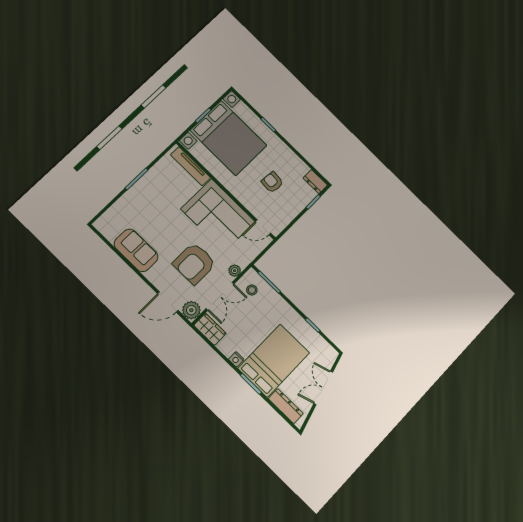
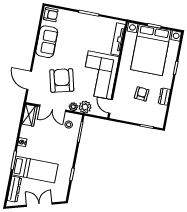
dresser: (315, 182) -> (164, 97), moved
armchair: (107, 224) -> (51, 15), added
armchair: (194, 263) -> (62, 80), turned 76
plant: (191, 310) -> (85, 107), moved
bed: (274, 361) -> (35, 170), width x0.67

